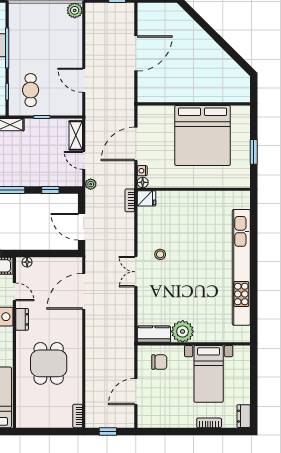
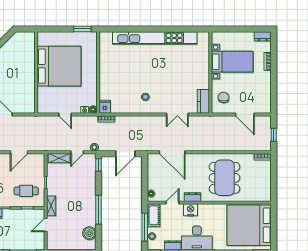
door: (136, 144) -> (65, 115), width x0.53
window: (254, 152) -> (82, 29), moved
window: (50, 190) -> (99, 165), moved
double door: (136, 272) -> (177, 115), moved
plant: (183, 331) -> (201, 81), removed
dining table: (49, 363) -> (225, 178), width x1.38

